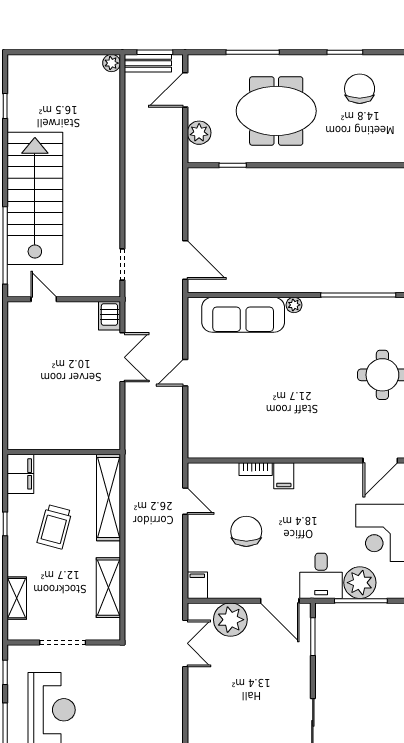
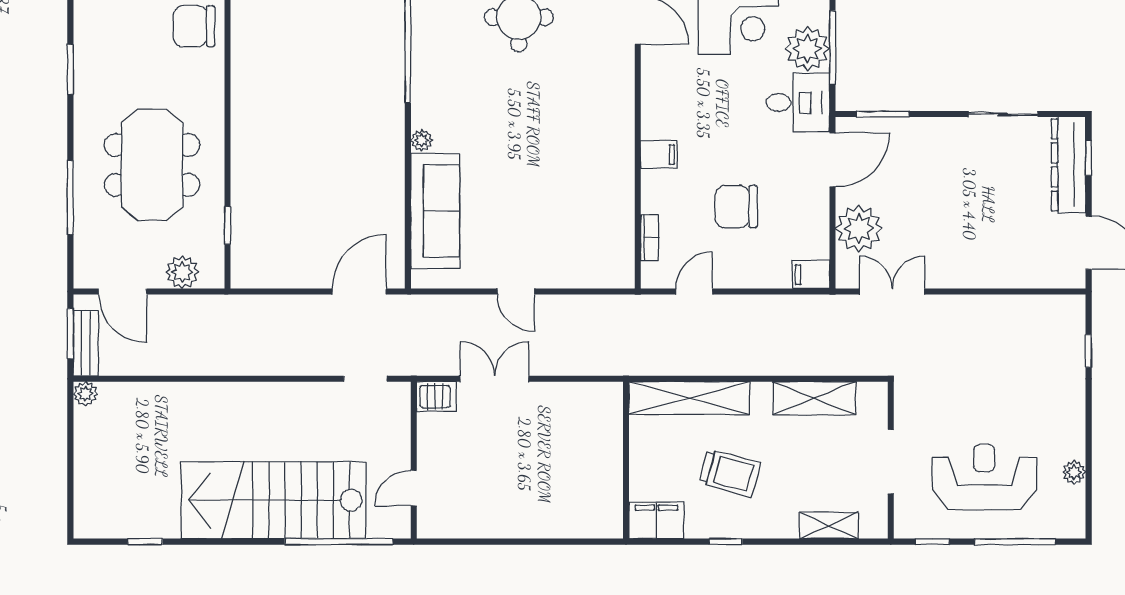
chair: (360, 89) -> (194, 26), moved
bookcase: (256, 469) -> (650, 238), moved

